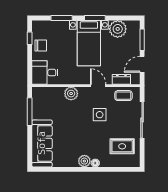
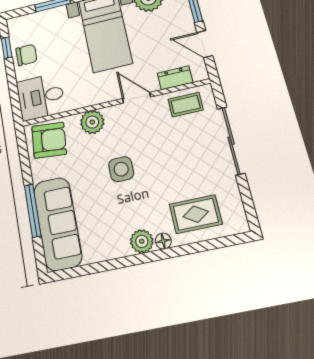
door: (142, 64) -> (205, 44), hinge flipped
armchair: (45, 98) -> (49, 140), added
window: (30, 112) -> (33, 211), moved
side table: (100, 115) -> (121, 169), moved
rug: (122, 146) -> (196, 214), moved

